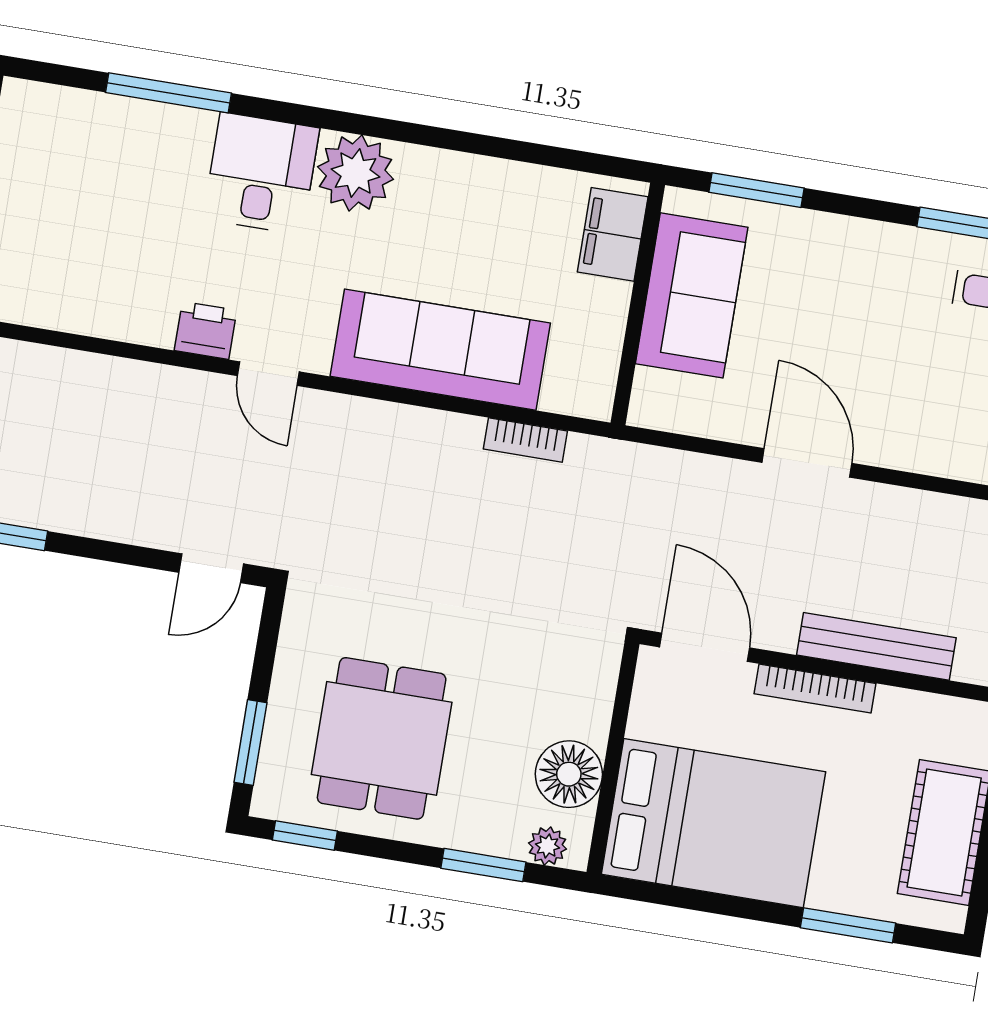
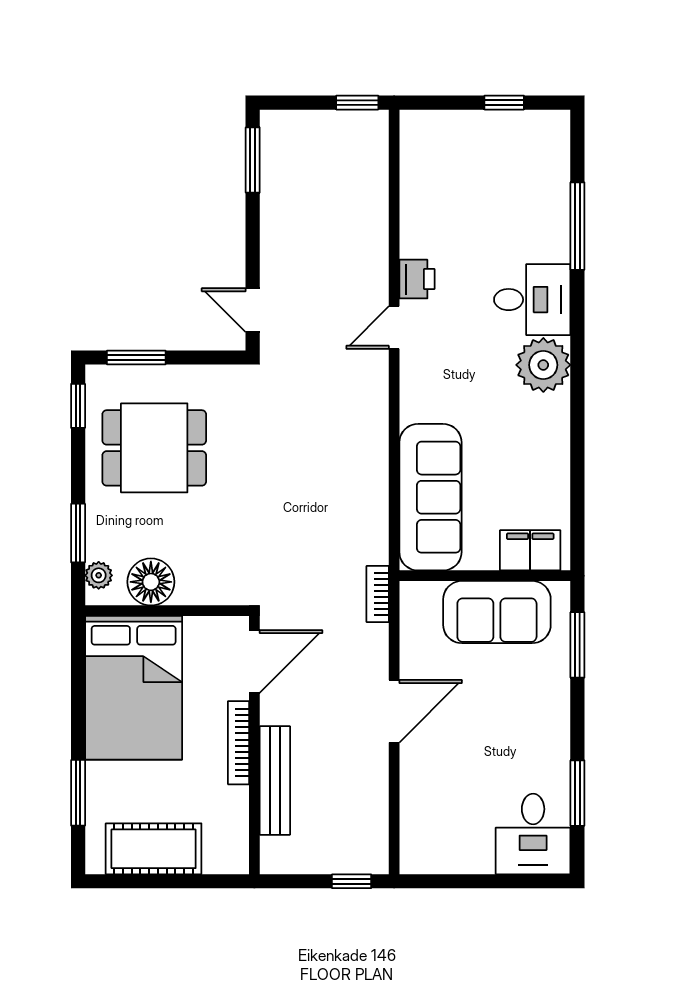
sofa: (440, 350) -> (430, 497), moved
bookcase: (525, 440) -> (378, 594), moved

